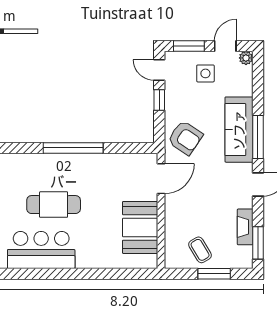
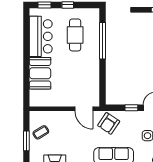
window: (73, 148) -> (102, 41), moved
cafe table: (54, 205) -> (75, 35), moved
booth: (140, 227) -> (40, 73), moved, turned 90

